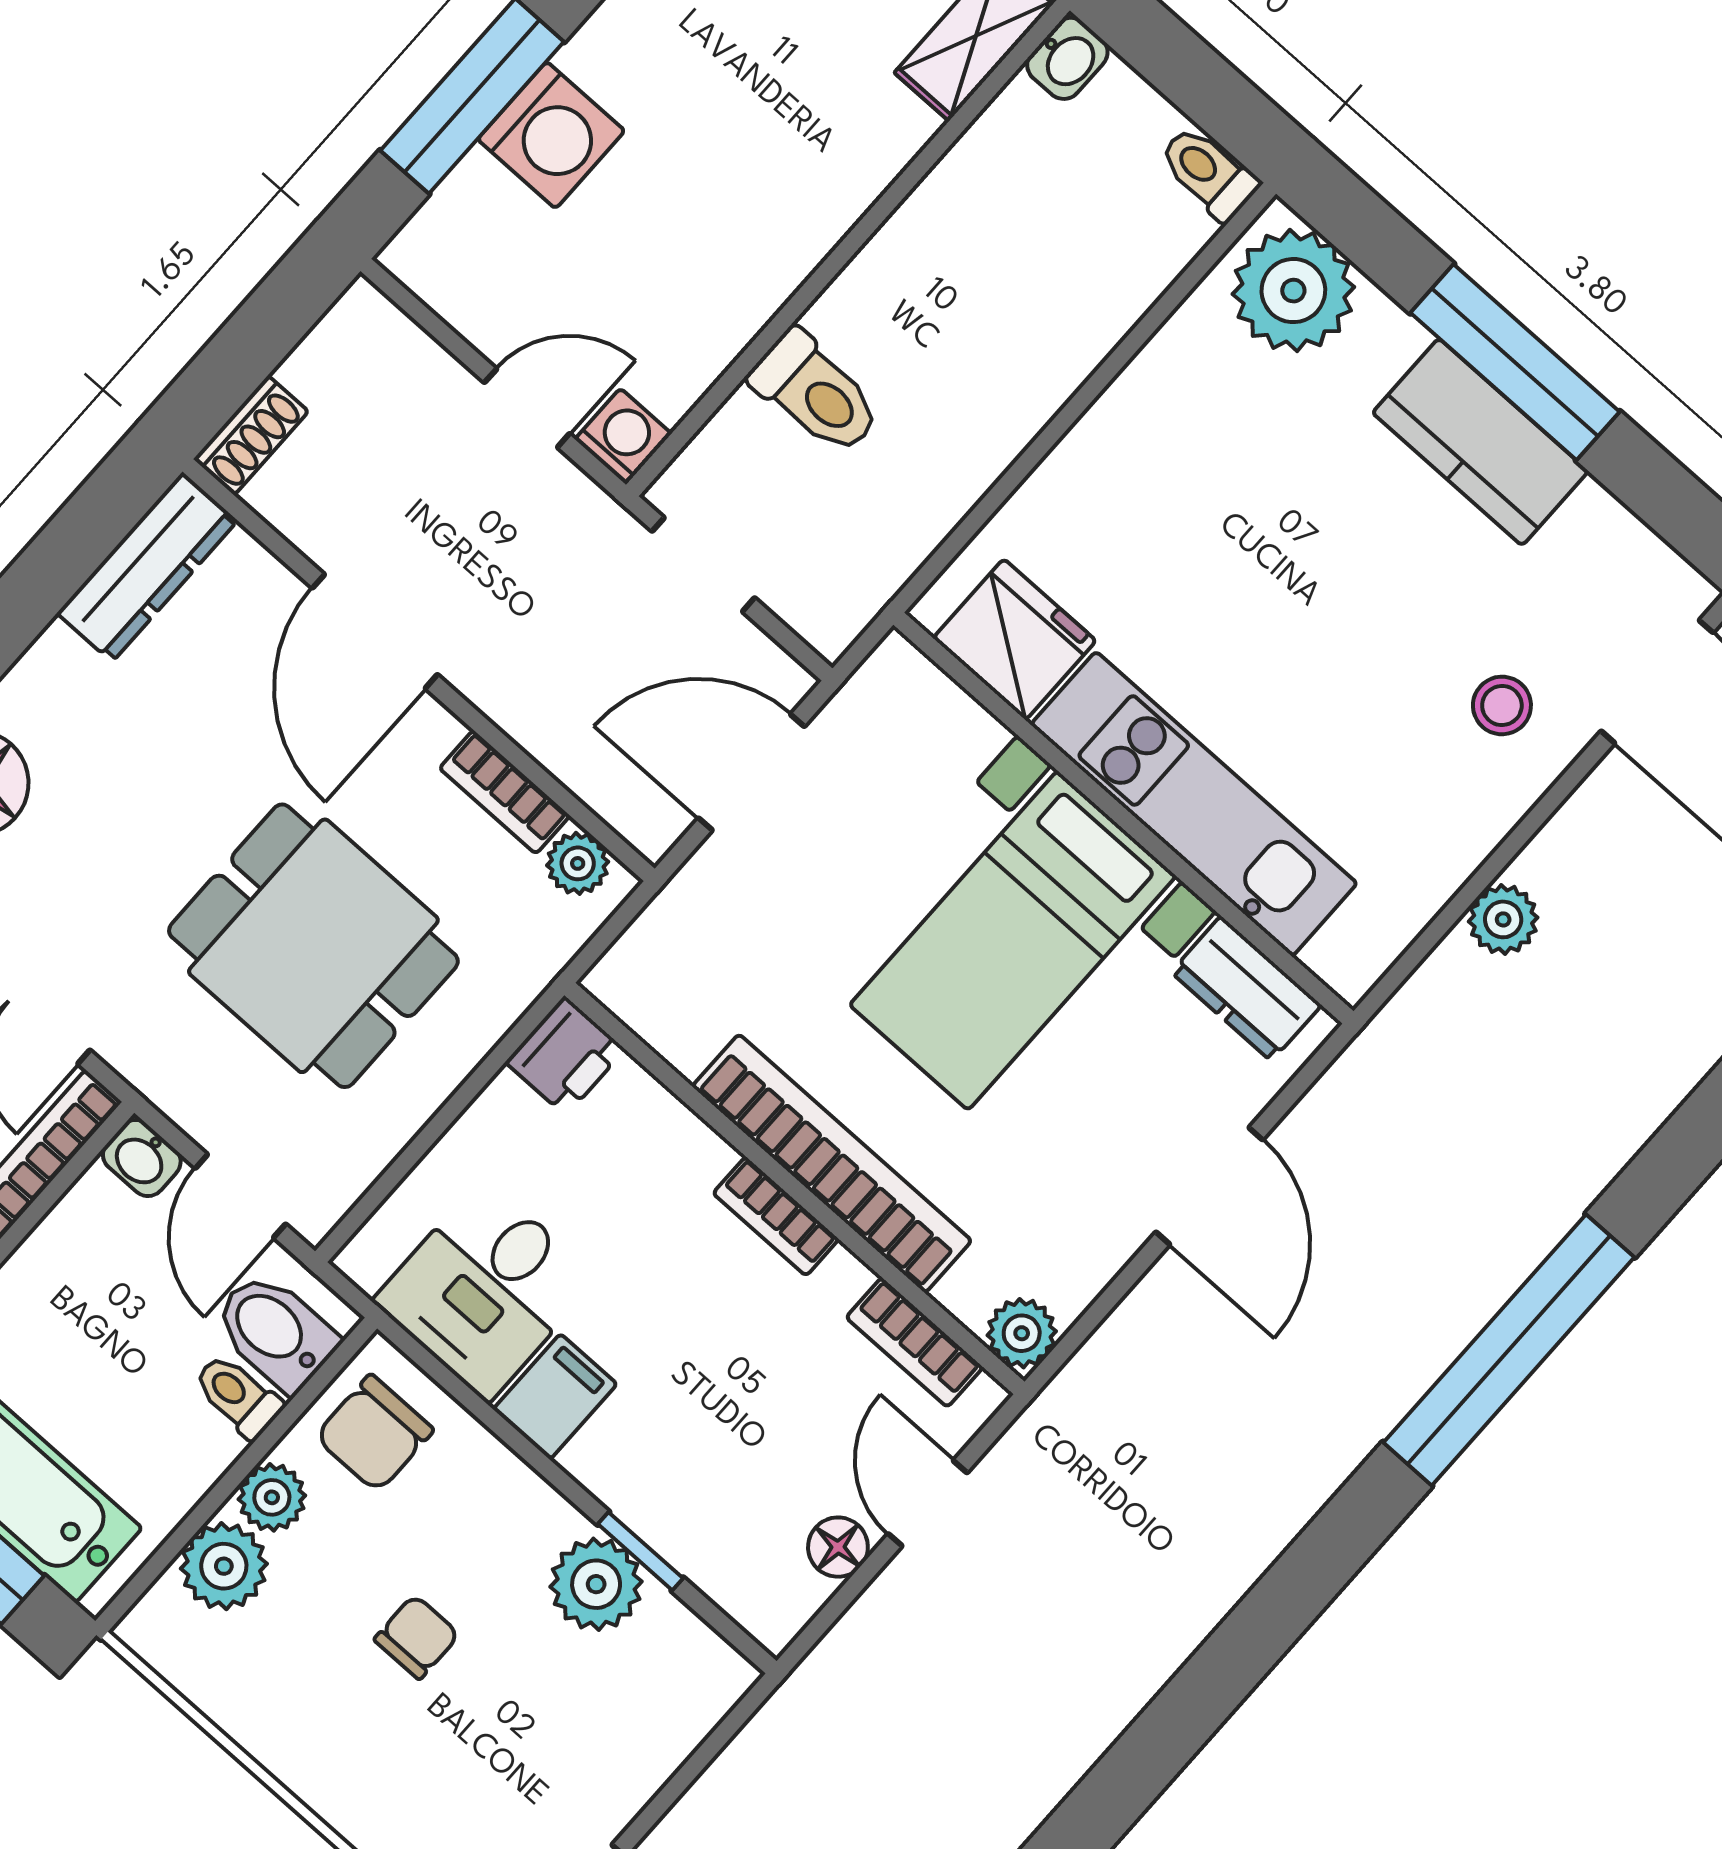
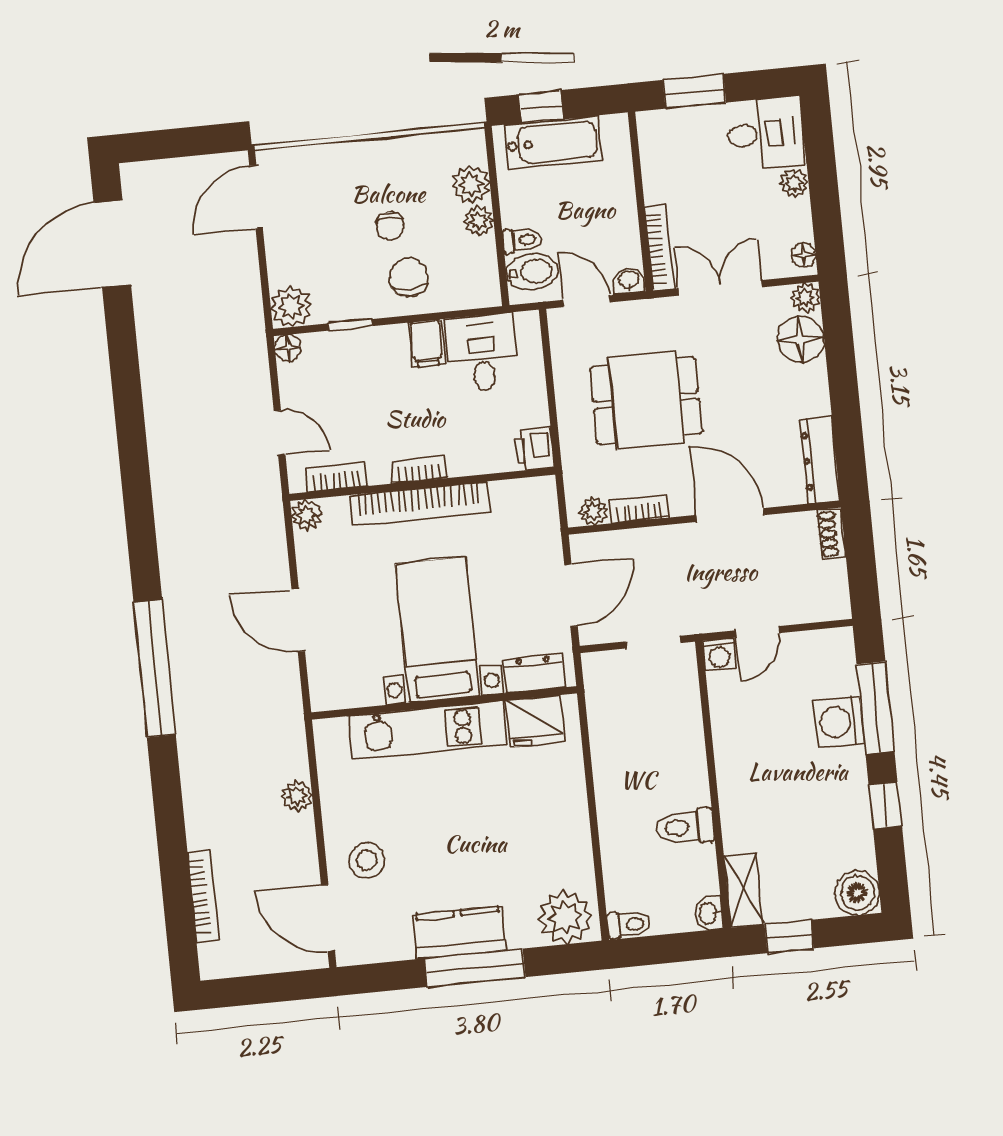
toilet: (816, 393) -> (685, 827), moved
stool: (1502, 705) -> (367, 860), width x1.37, depth x1.37
dresser: (1246, 989) -> (534, 673), moved
chair: (374, 1433) -> (409, 277), moved
floor lamp: (838, 1547) -> (288, 348), moved
plant: (596, 1584) -> (291, 307), moved

